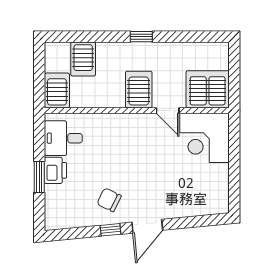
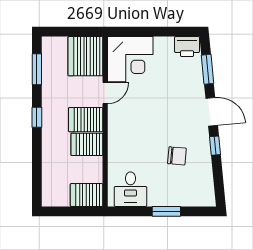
window: (194, 37) -> (37, 69), added
server rack: (83, 59) -> (87, 144), moved, turned 180
printer: (55, 170) -> (187, 47), moved, turned 180
chair: (109, 200) -> (177, 156), moved, turned -111
window: (193, 222) -> (208, 69), added

